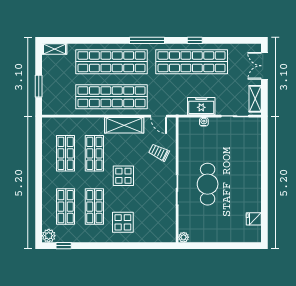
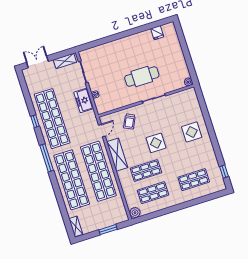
double door: (264, 66) -> (37, 62), swing flipped
shop shelf: (94, 207) -> (187, 158), removed
plant: (49, 236) -> (135, 213), moved

